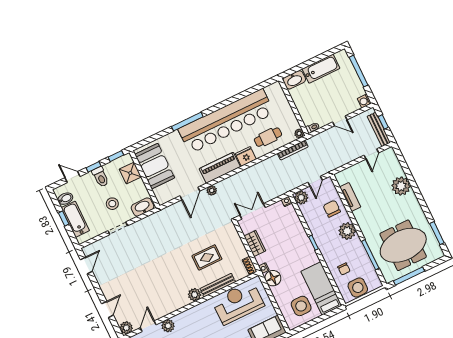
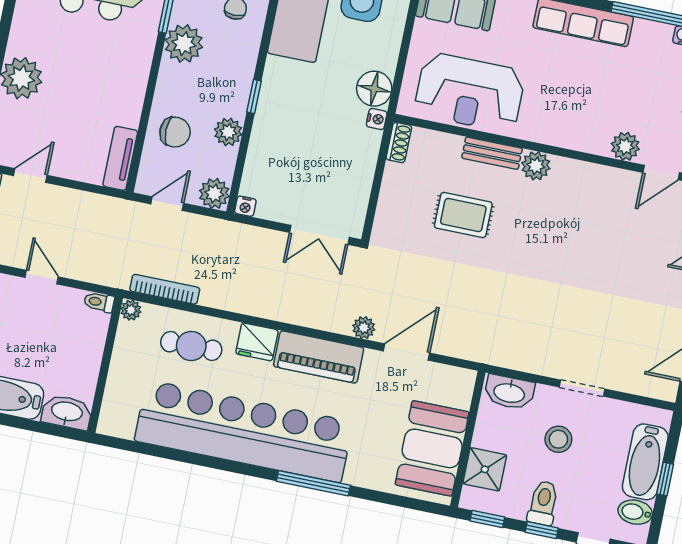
tv unit: (350, 197) -> (120, 158), moved
chair: (332, 209) -> (175, 132), turned -90
plant: (313, 223) -> (228, 132), added
plant: (347, 231) -> (184, 44), moved
wardrobe: (255, 243) -> (359, 175), removed
bench: (218, 285) -> (492, 153), width x0.73

